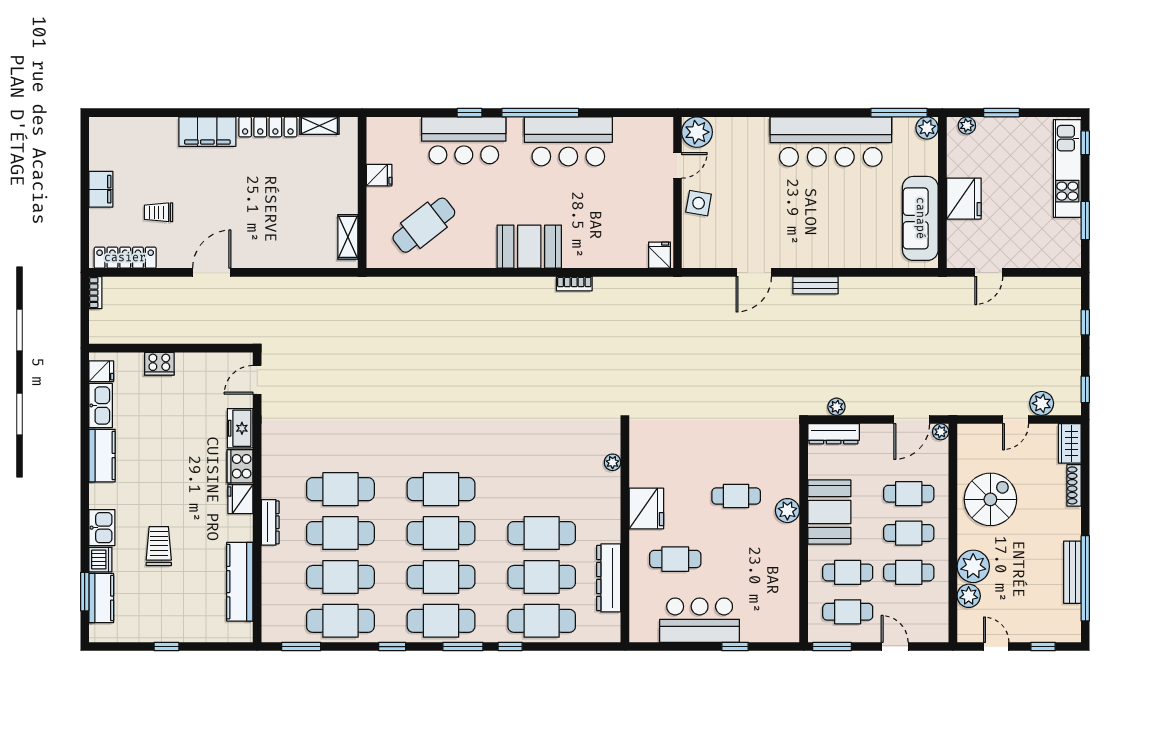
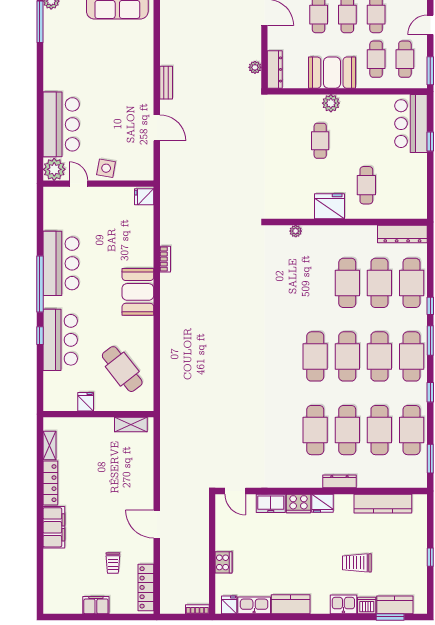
bar counter: (831, 142) -> (61, 124), moved, width x0.73
bookcase: (95, 293) -> (197, 609), moved
dresser: (609, 578) -> (402, 234), moved
bar counter: (700, 620) -> (411, 124), moved

